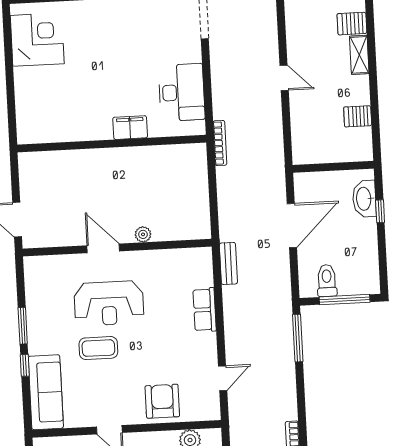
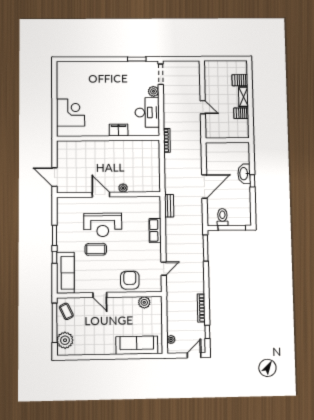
corner desk: (37, 40) -> (70, 112), moved
plant: (192, 52) -> (154, 91), added
server rack: (358, 116) -> (241, 113), moved
wall: (333, 167) -> (227, 140), moved

